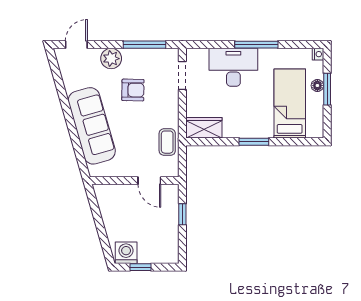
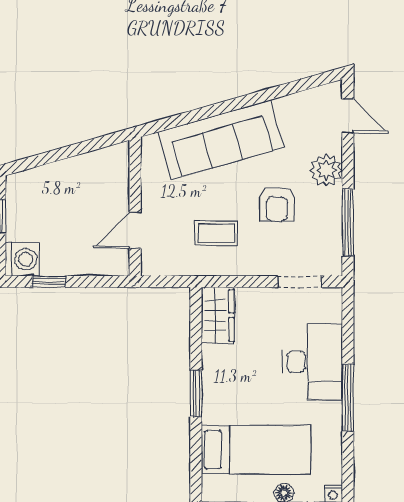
coffee table: (167, 142) -> (216, 233), moved
window: (182, 214) -> (49, 282), moved
washing machine: (126, 253) -> (22, 259), moved

